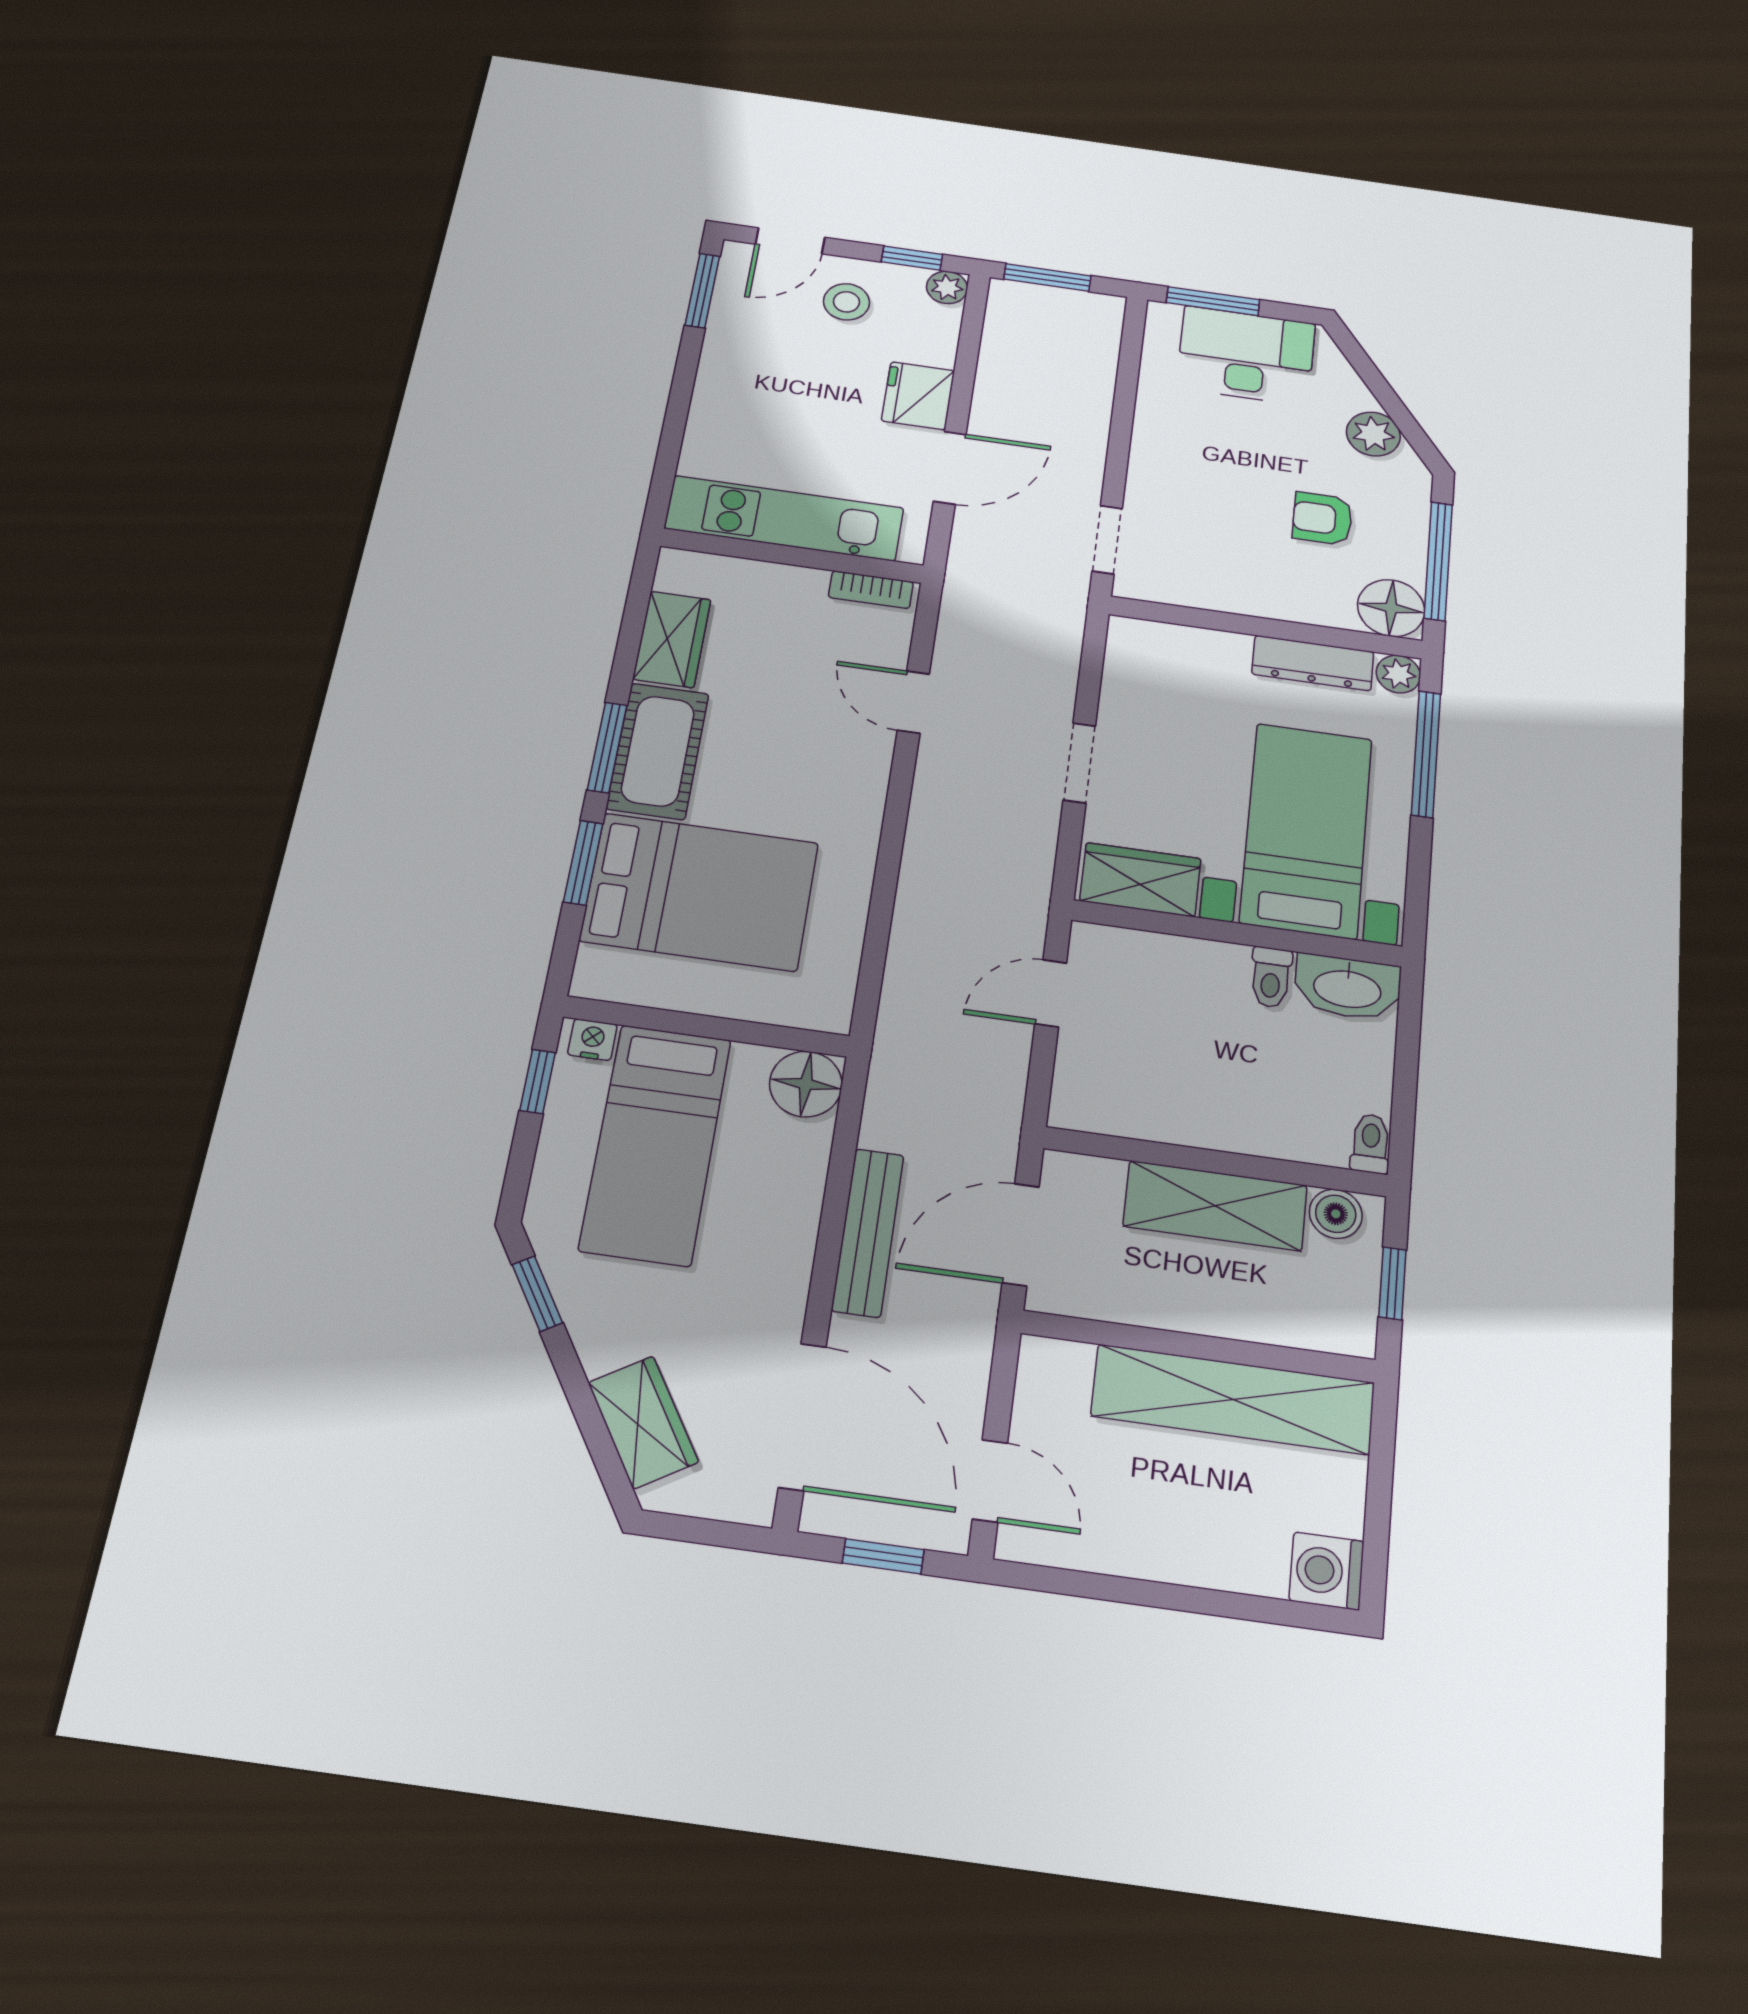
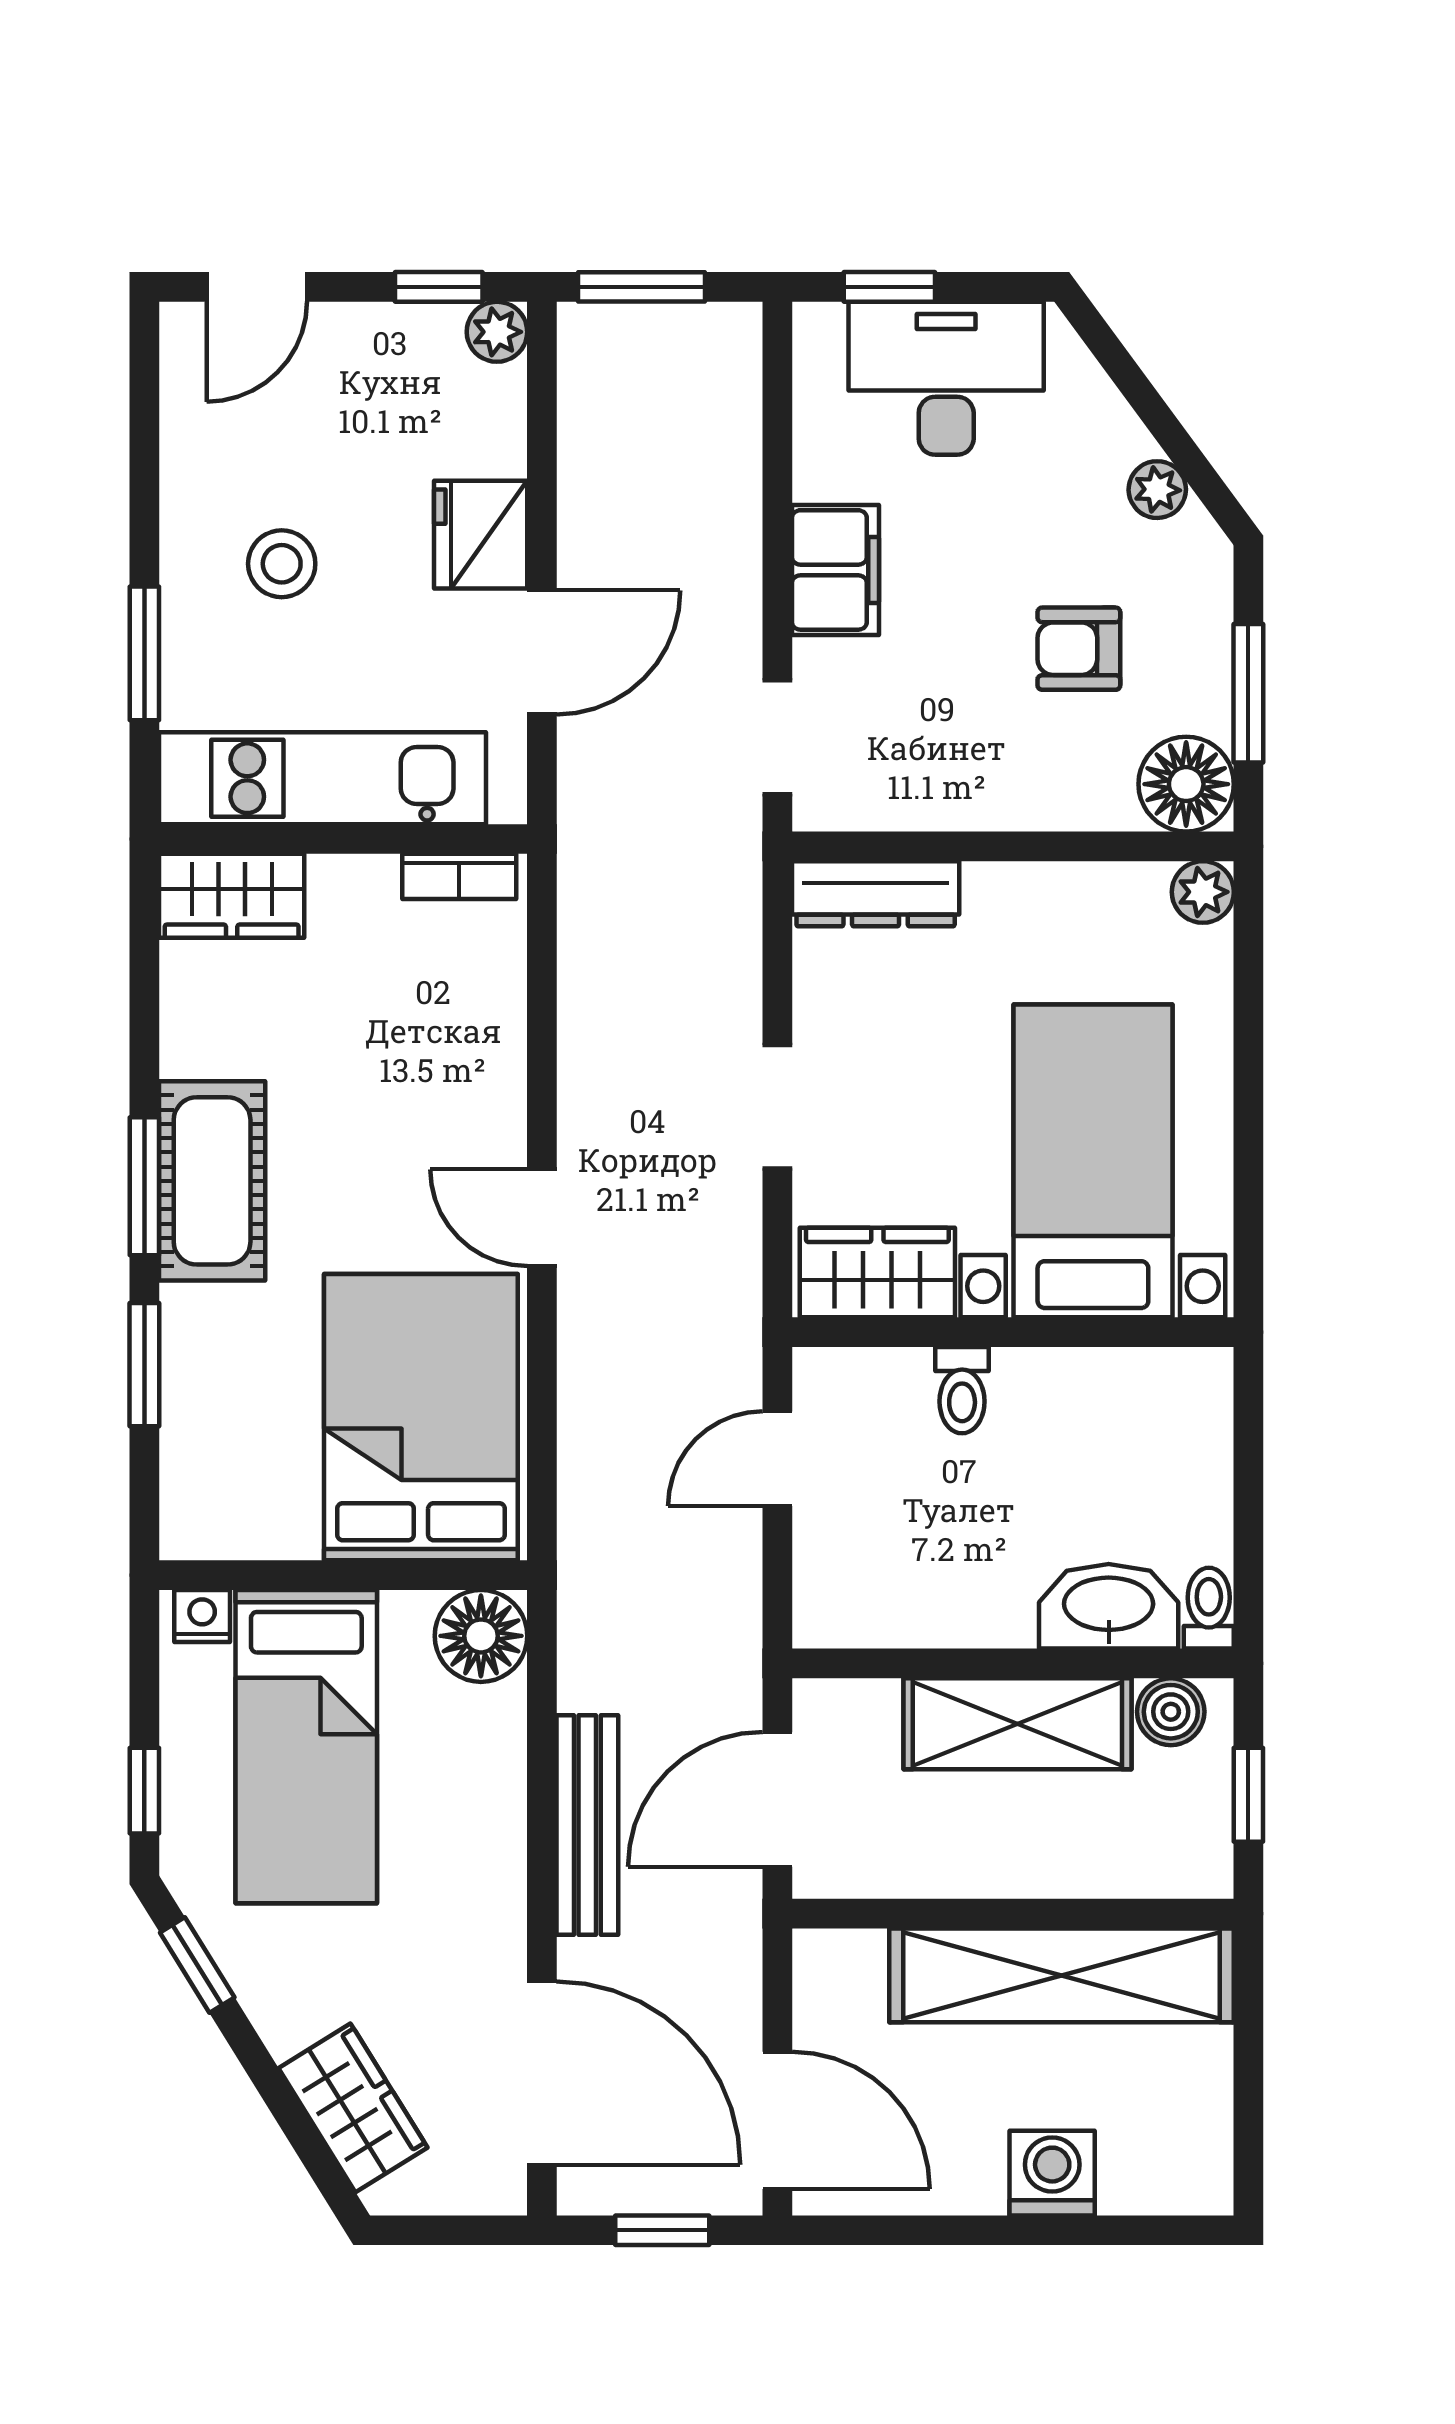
window: (702, 291) -> (144, 653), moved
window: (1213, 301) -> (889, 287), width x0.67
stool: (846, 302) -> (282, 564), moved
plant: (1373, 434) -> (1157, 490), width x0.73, depth x0.73
filing cabinet: (1159, 450) -> (835, 570), added
window: (1438, 561) -> (1248, 693), width x0.69
wardrobe: (672, 639) -> (232, 896), moved, turned 90
dresser: (1313, 663) -> (876, 894), moved
door: (913, 702) -> (542, 1218), moved
window: (1426, 754) -> (1248, 1015), removed
bed: (700, 892) -> (421, 1417), moved, turned -90
toilet: (1271, 977) -> (962, 1390), moved
washbasin: (1347, 987) -> (1109, 1606), moved, turned 180
window: (538, 1081) -> (144, 1791), moved
door: (990, 1481) -> (777, 2120), width x1.37
washing machine: (1327, 1571) -> (1052, 2173), moved, turned 90

